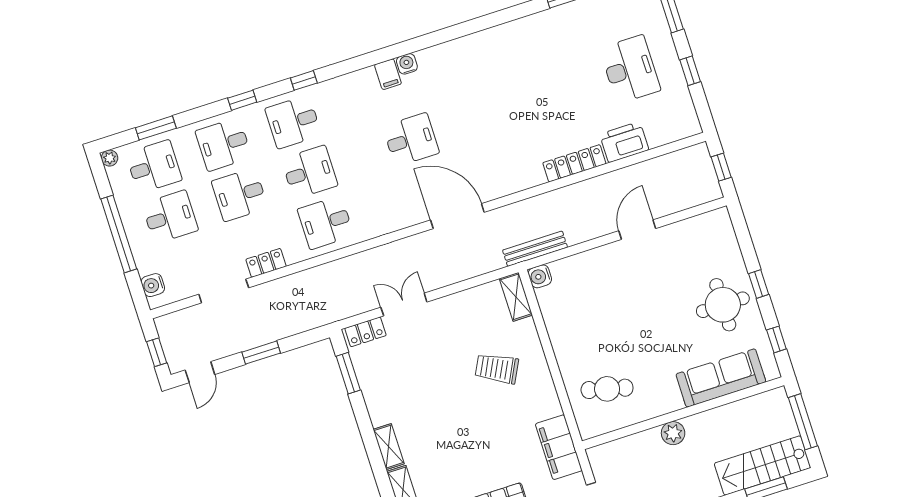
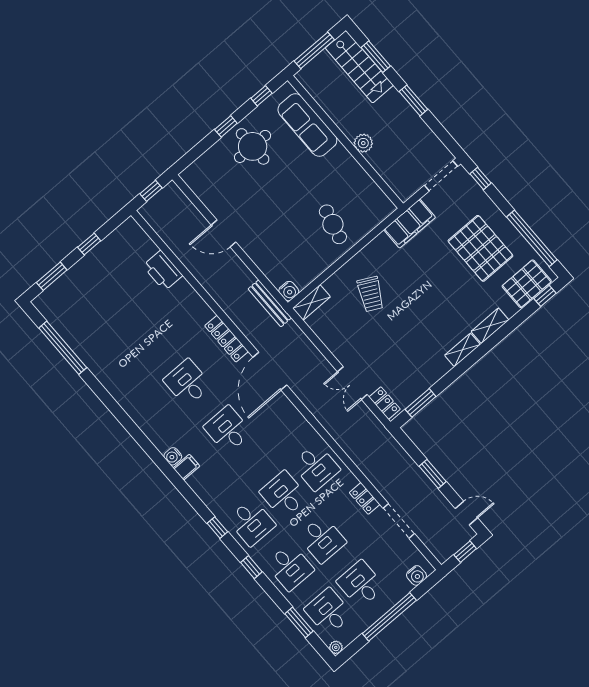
desk: (630, 69) -> (187, 383), moved, width x0.73
locker: (574, 163) -> (227, 339), moved
cafe table: (607, 389) -> (333, 224), moved

